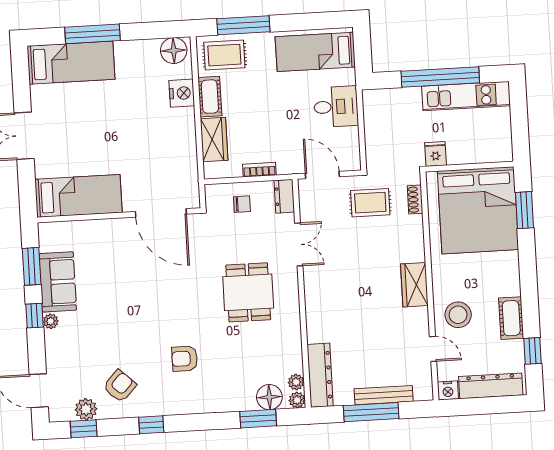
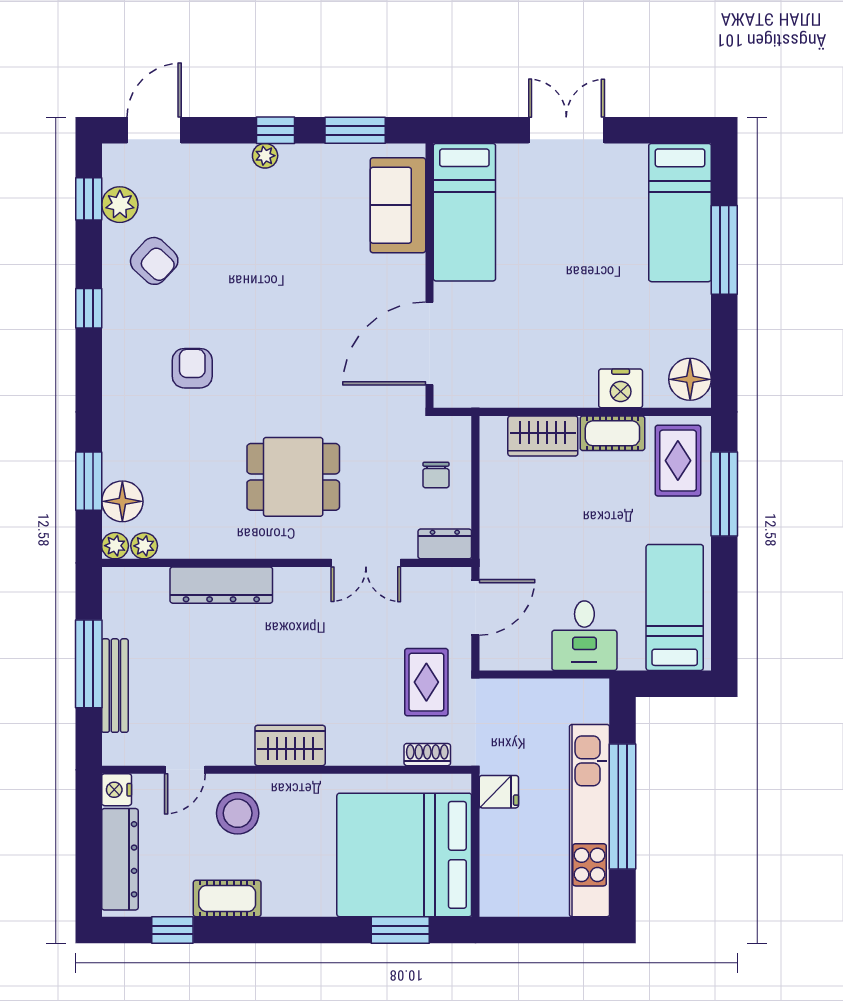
kitchen unit: (466, 96) -> (590, 821), width x1.36
bookcase: (259, 170) -> (490, 506), removed
sofa: (58, 282) -> (398, 205), moved, turned 90
dresser: (320, 375) -> (221, 585), moved

